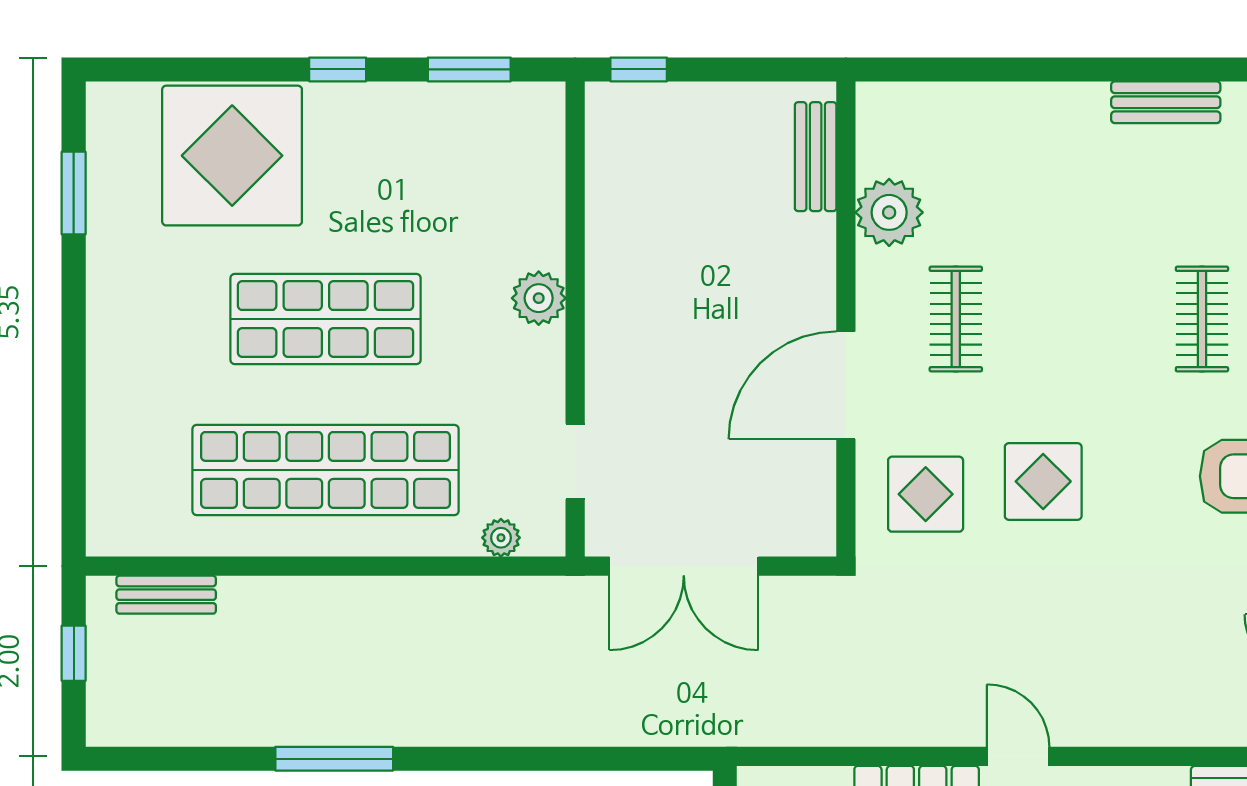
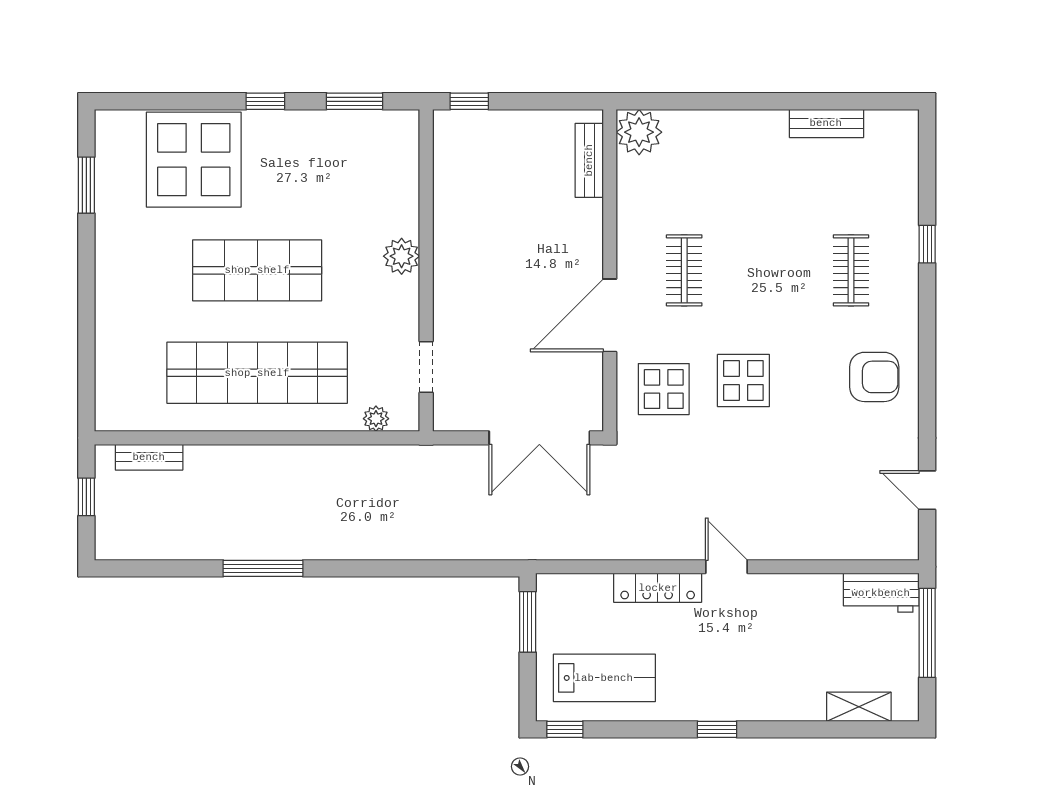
plant: (889, 212) -> (639, 132), moved
double door: (684, 566) -> (539, 438), moved

